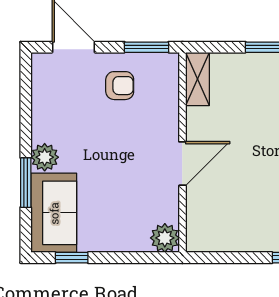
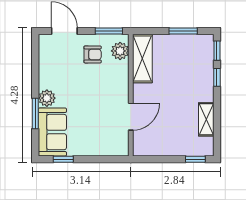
shelving: (198, 79) -> (142, 59), width x1.50, depth x1.33
door: (182, 164) -> (131, 117), moved
plant: (165, 238) -> (120, 51), moved

